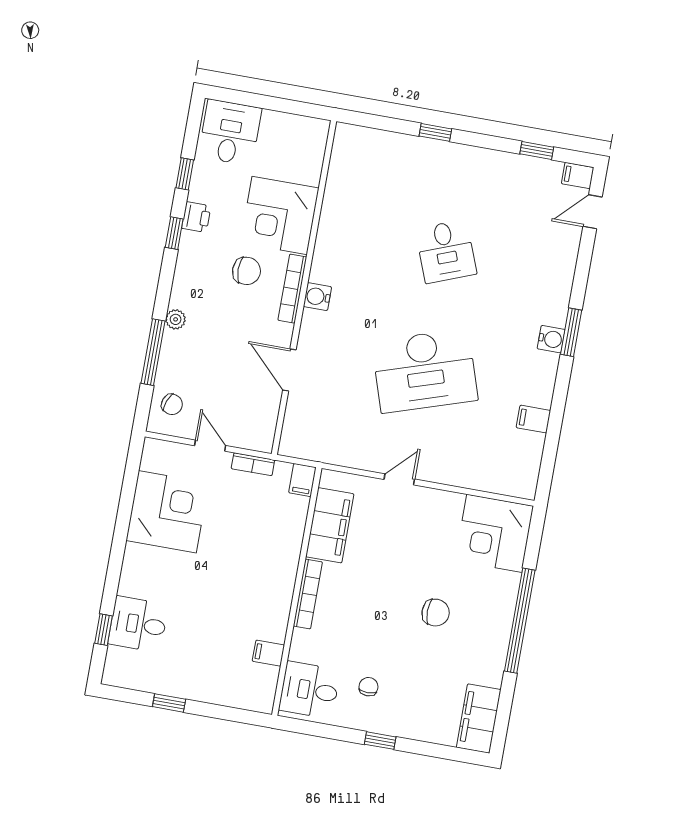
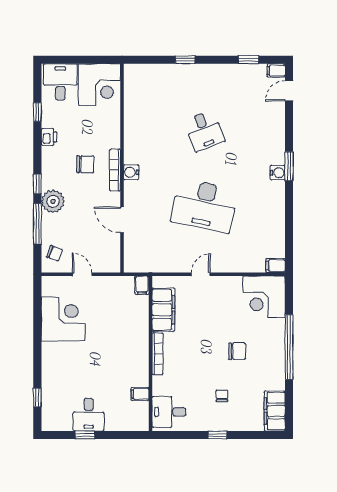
corner desk: (280, 215) -> (99, 85), moved, turned -90
window: (174, 233) -> (37, 184), moved
plant: (176, 319) -> (53, 201), width x1.88, depth x1.88
desk: (425, 371) -> (204, 206), turned 30
filing cabinet: (533, 419) -> (276, 266), moved
bookcase: (253, 464) -> (110, 281), removed
desk: (138, 624) -> (89, 415), moved, turned -90
chair: (368, 687) -> (222, 396), moved

